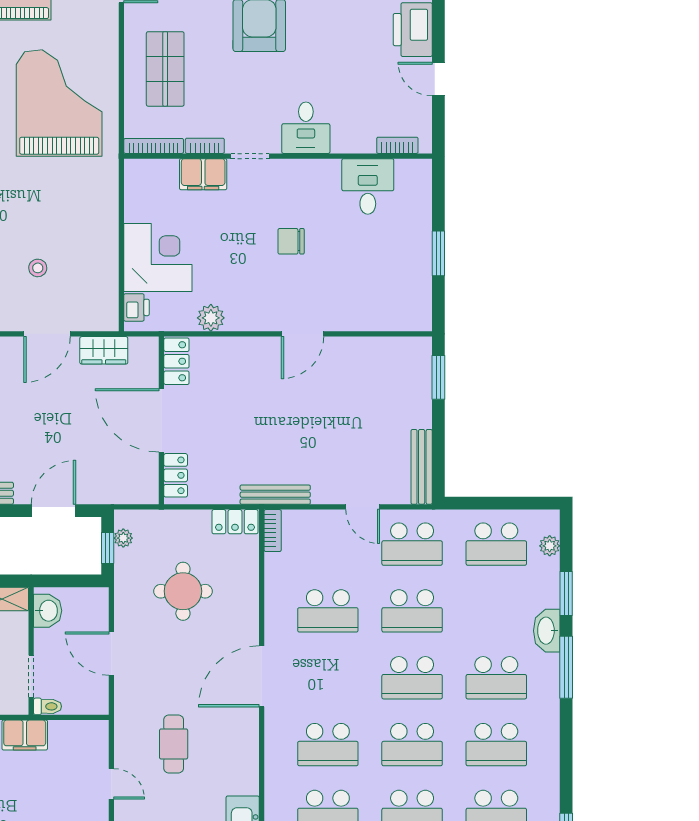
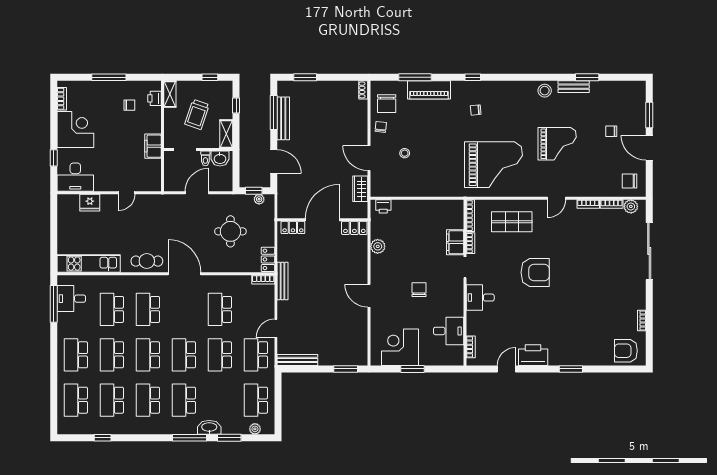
corner desk: (158, 258) -> (400, 347), moved, turned 180
toilet: (48, 706) -> (205, 158), moved
cafe table: (174, 744) -> (147, 261), moved

